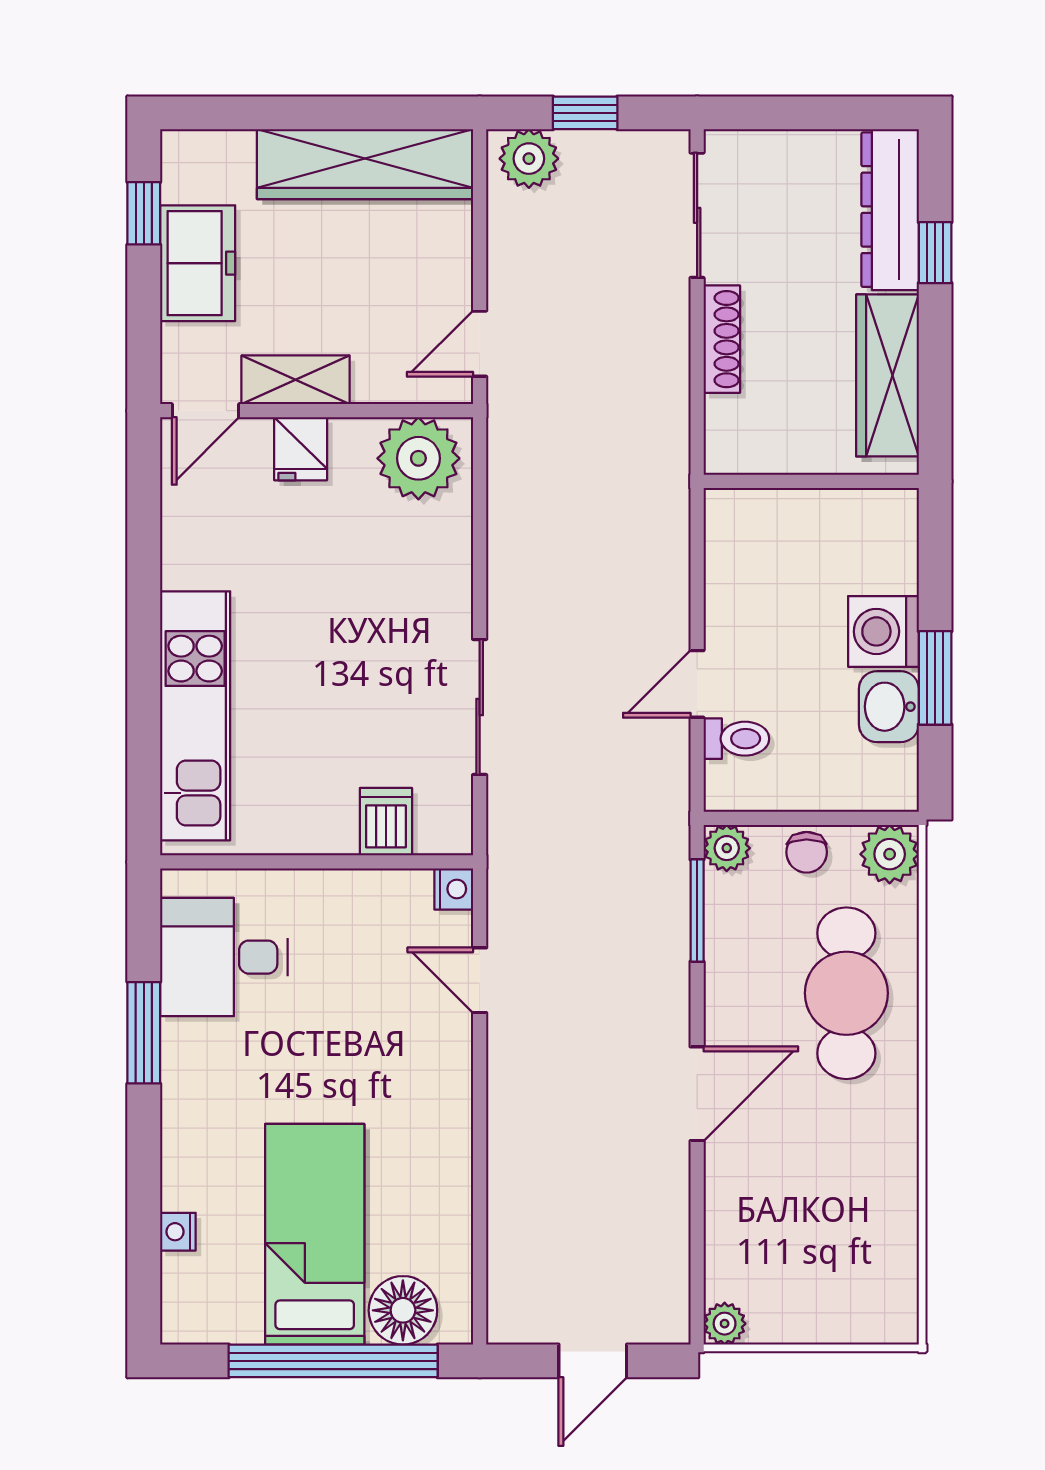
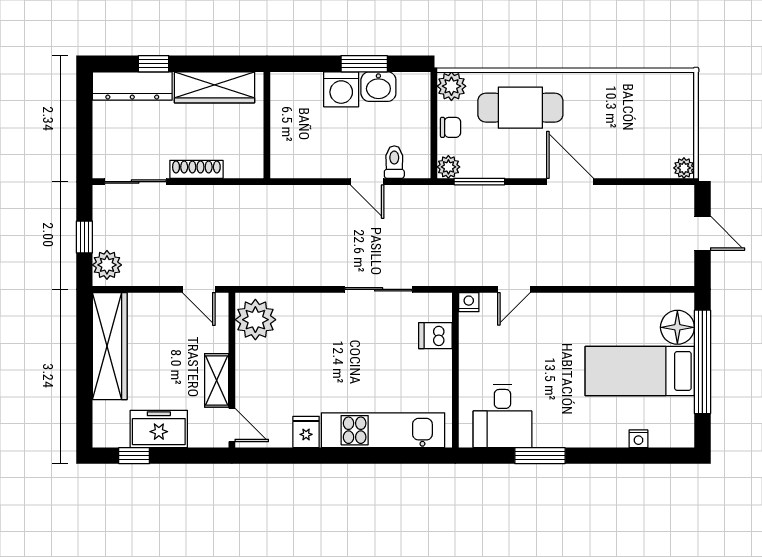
fridge: (301, 449) -> (306, 432), moved, turned -90

